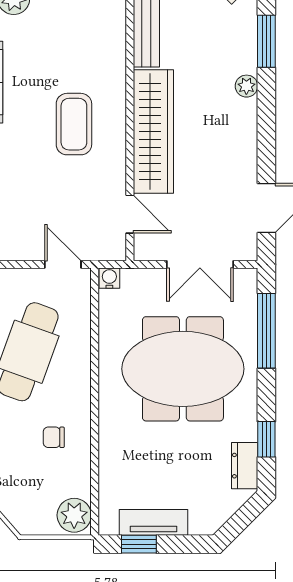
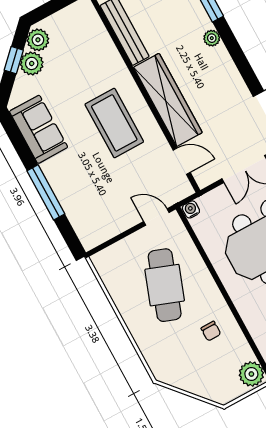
coffee table: (74, 124) -> (114, 123), width x1.36, depth x1.32
chair: (54, 437) -> (211, 331), turned -90

